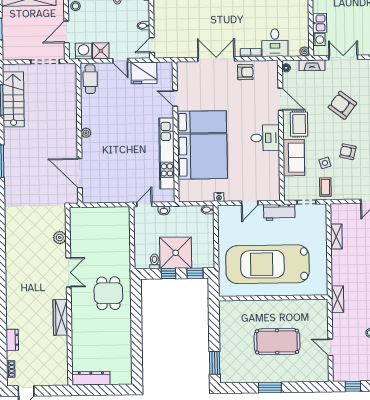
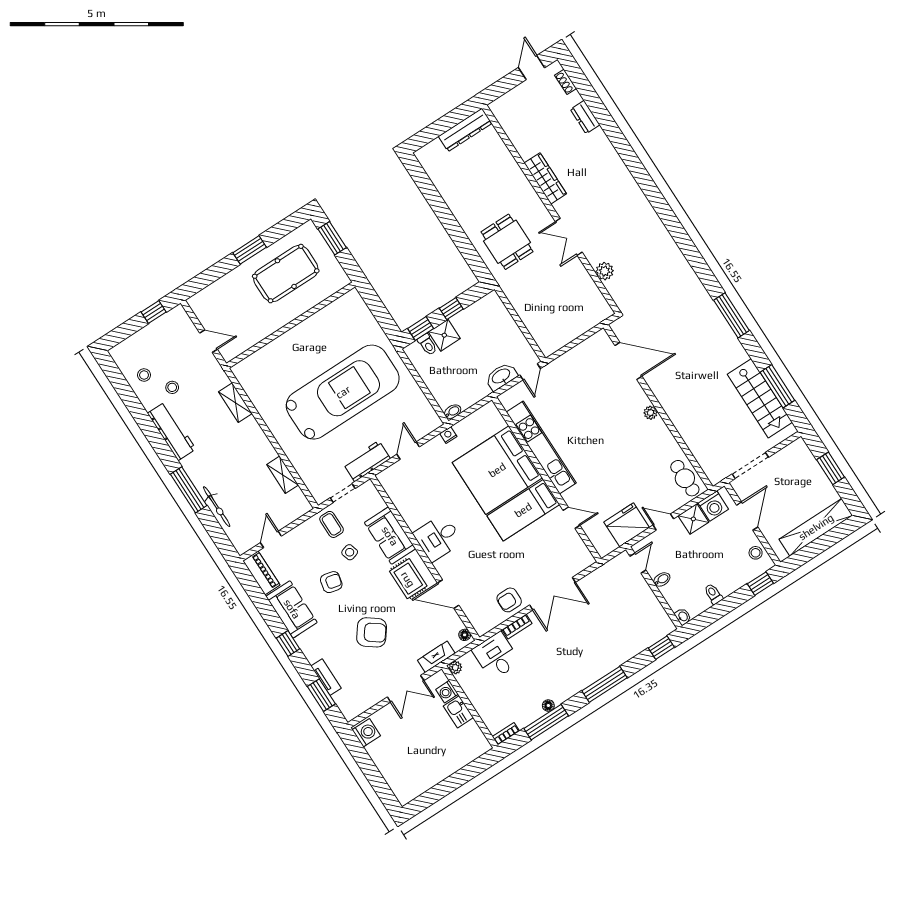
washbasin: (164, 211) -> (501, 376), width x1.91, depth x1.45
shower: (176, 253) -> (444, 335), width x0.54, depth x0.54
toilet: (154, 261) -> (427, 344), moved
wall: (273, 298) -> (291, 325), moved
pool table: (277, 342) -> (286, 274), moved

